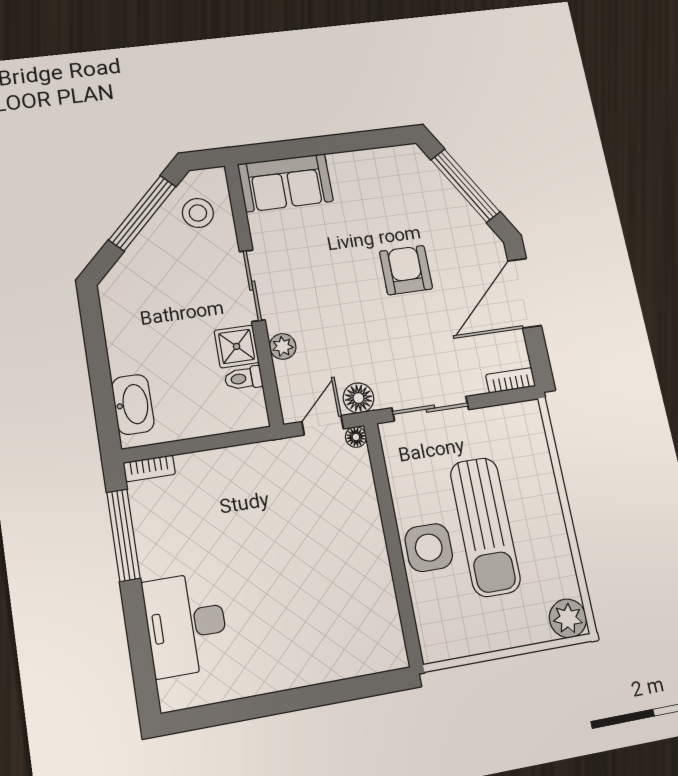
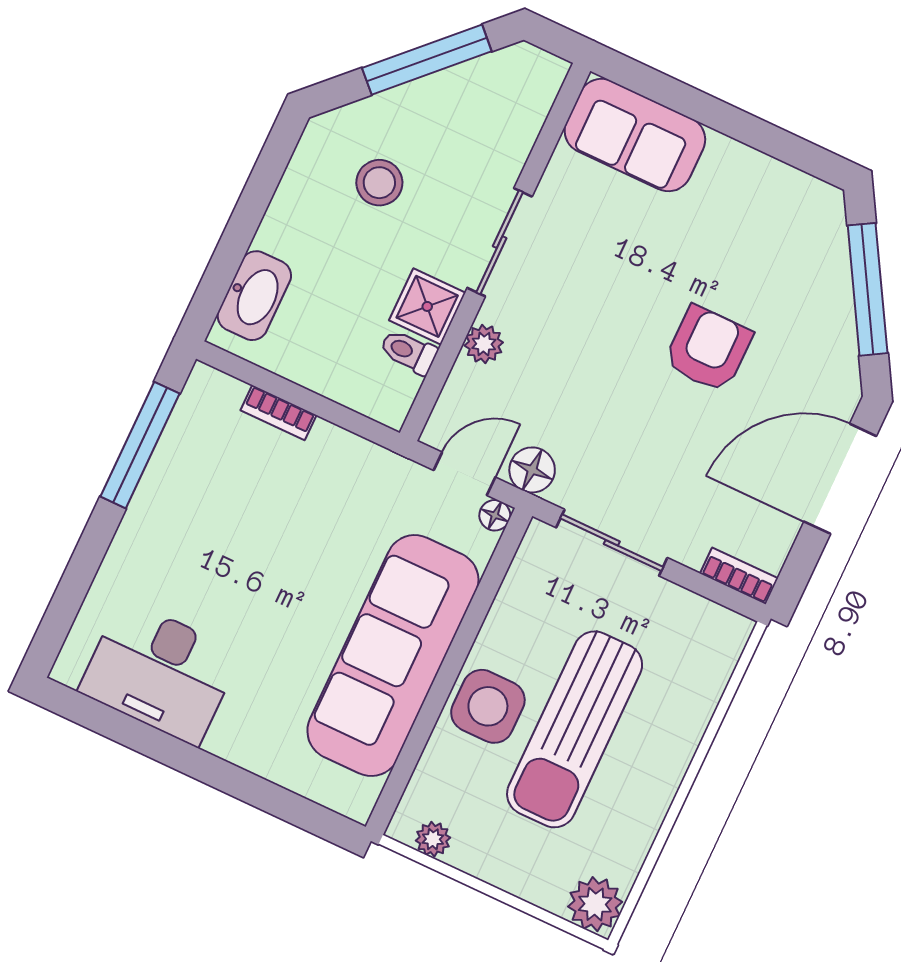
stool: (198, 213) -> (379, 183), moved
bookcase: (149, 468) -> (278, 413), moved
sofa: (355, 556) -> (393, 656), added
desk: (186, 624) -> (160, 672), moved, turned -90
plant: (453, 647) -> (433, 839), added

